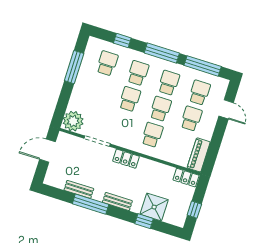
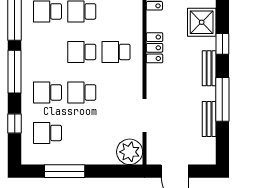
school desk: (169, 83) -> (47, 52), removed
locker: (126, 159) -> (155, 48), moved
window: (144, 221) -> (222, 44), moved

